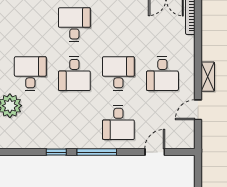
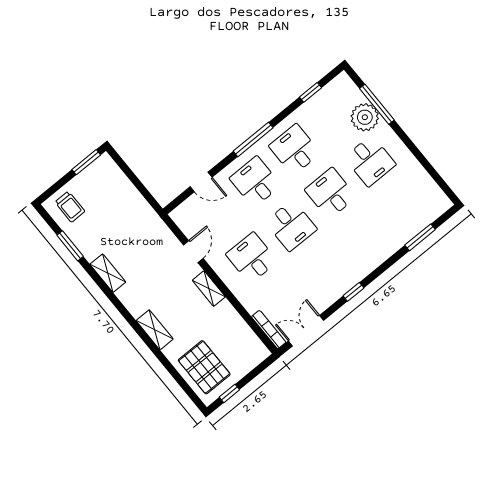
desk: (74, 25) -> (295, 149), moved, turned 180
window: (56, 152) -> (311, 92), moved
door: (155, 152) -> (201, 182), hinge flipped

